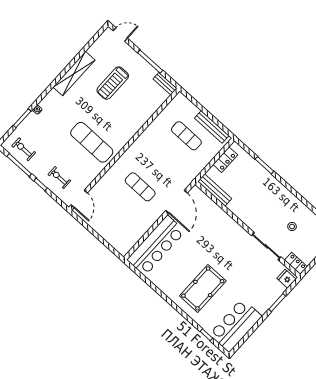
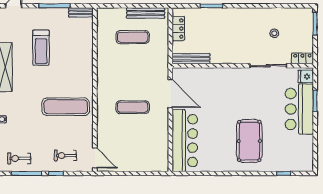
bar counter: (236, 325) -> (299, 109), moved

